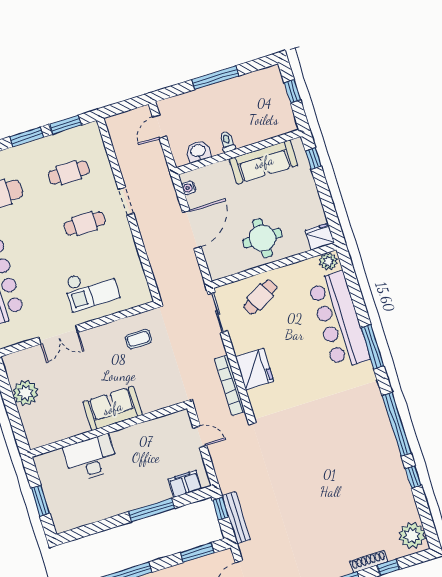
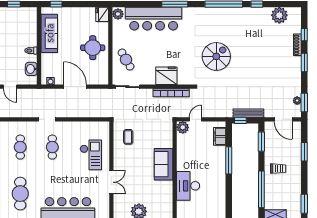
plant: (181, 421) -> (183, 127), added
spiral stairs: (310, 439) -> (216, 56), added
plant: (412, 535) -> (279, 15), moved

